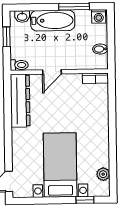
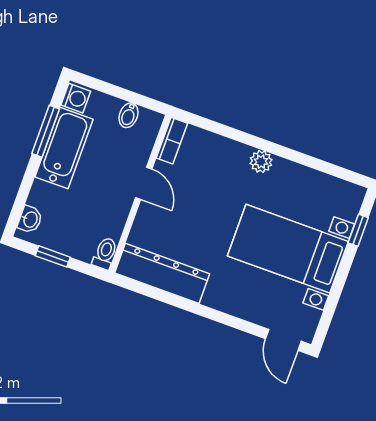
bathtub: (53, 21) -> (64, 148), moved
door: (52, 72) -> (144, 183), moved
plant: (103, 174) -> (261, 162), moved

